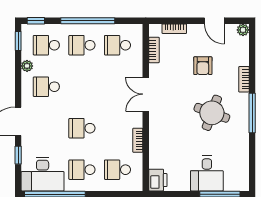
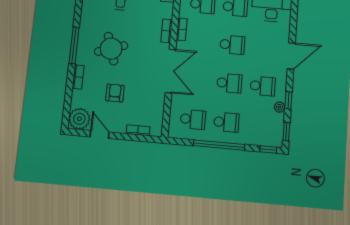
plant: (243, 30) -> (79, 119), width x1.88, depth x1.88
school desk: (46, 45) -> (229, 83), moved
bookcase: (154, 50) -> (167, 31), moved
double door: (146, 94) -> (171, 71), width x1.37
round table: (212, 113) -> (111, 49), turned -38
window: (18, 155) -> (288, 100), moved

